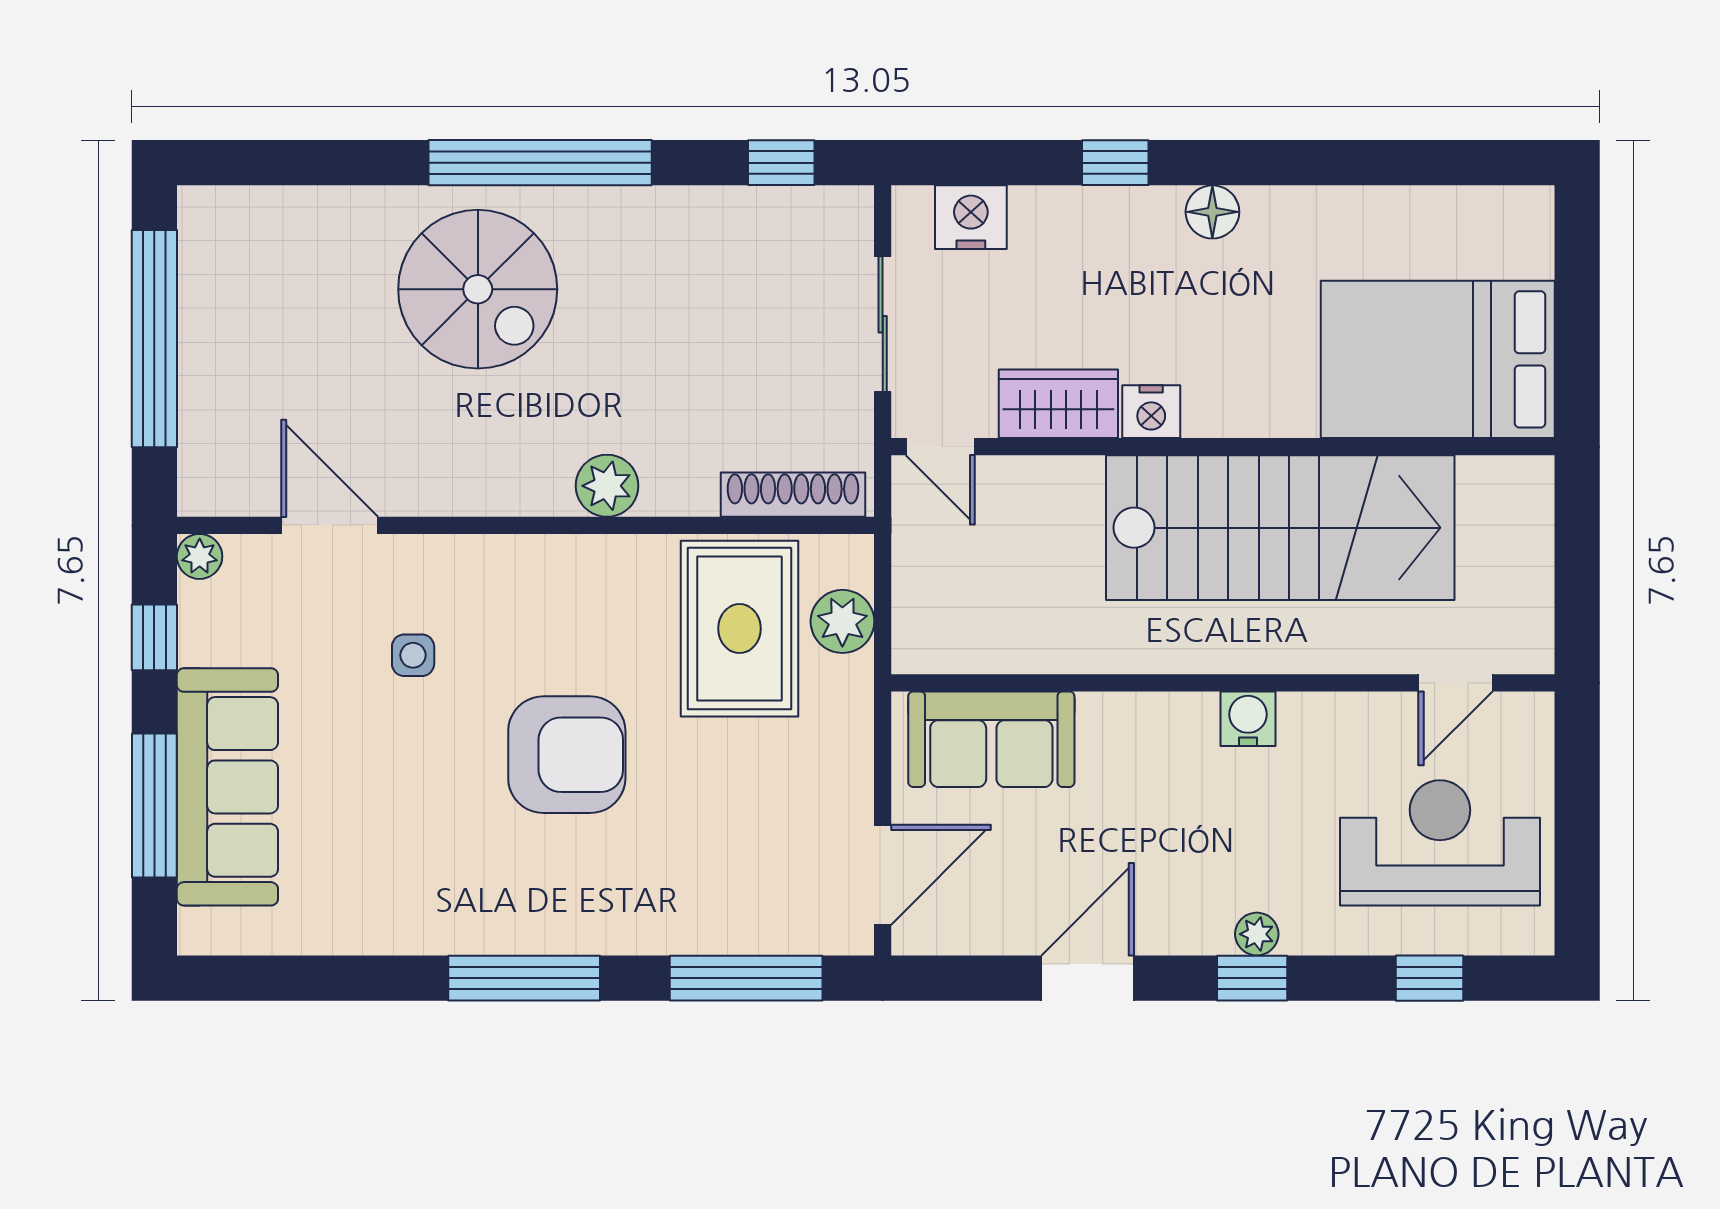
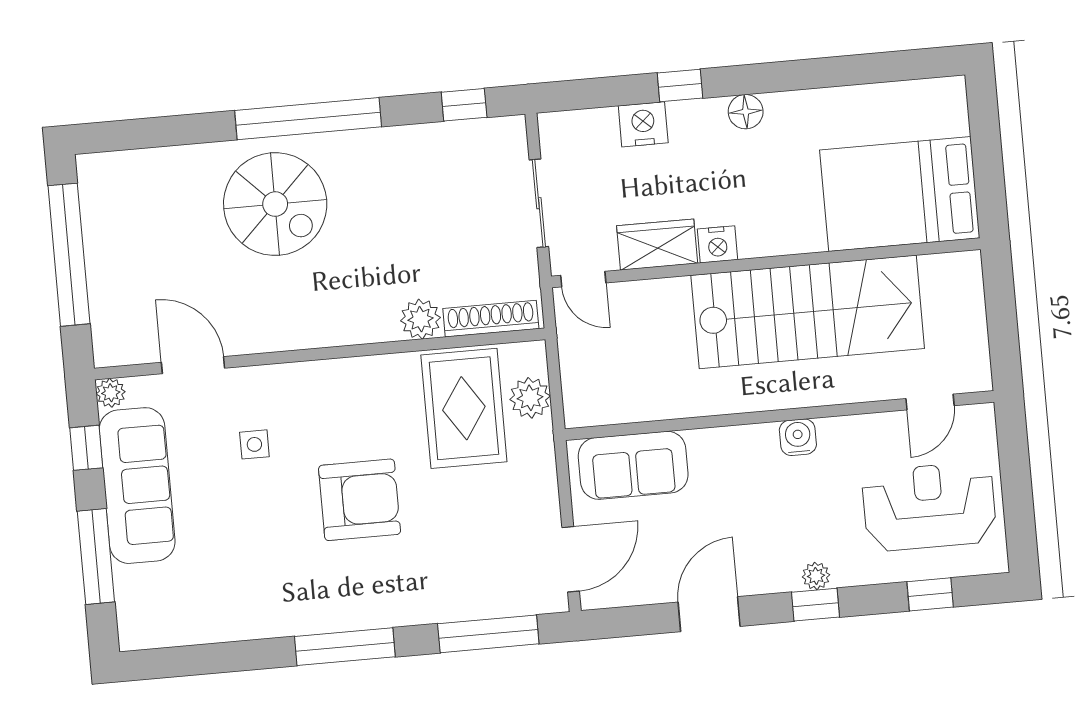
nightstand: (971, 217) -> (643, 124), moved
plant: (607, 486) -> (421, 319), moved
sofa: (227, 787) -> (137, 486), moved

